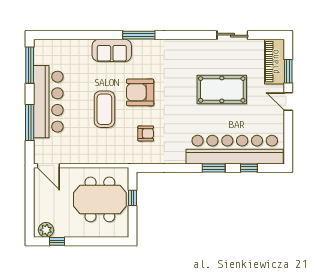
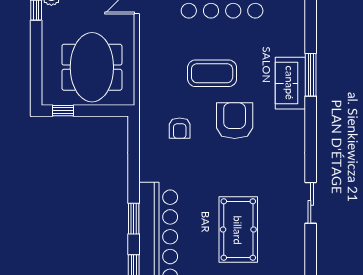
window: (139, 35) -> (311, 75), moved
sliding door: (232, 35) -> (311, 203), moved
window: (132, 198) -> (63, 111), moved

